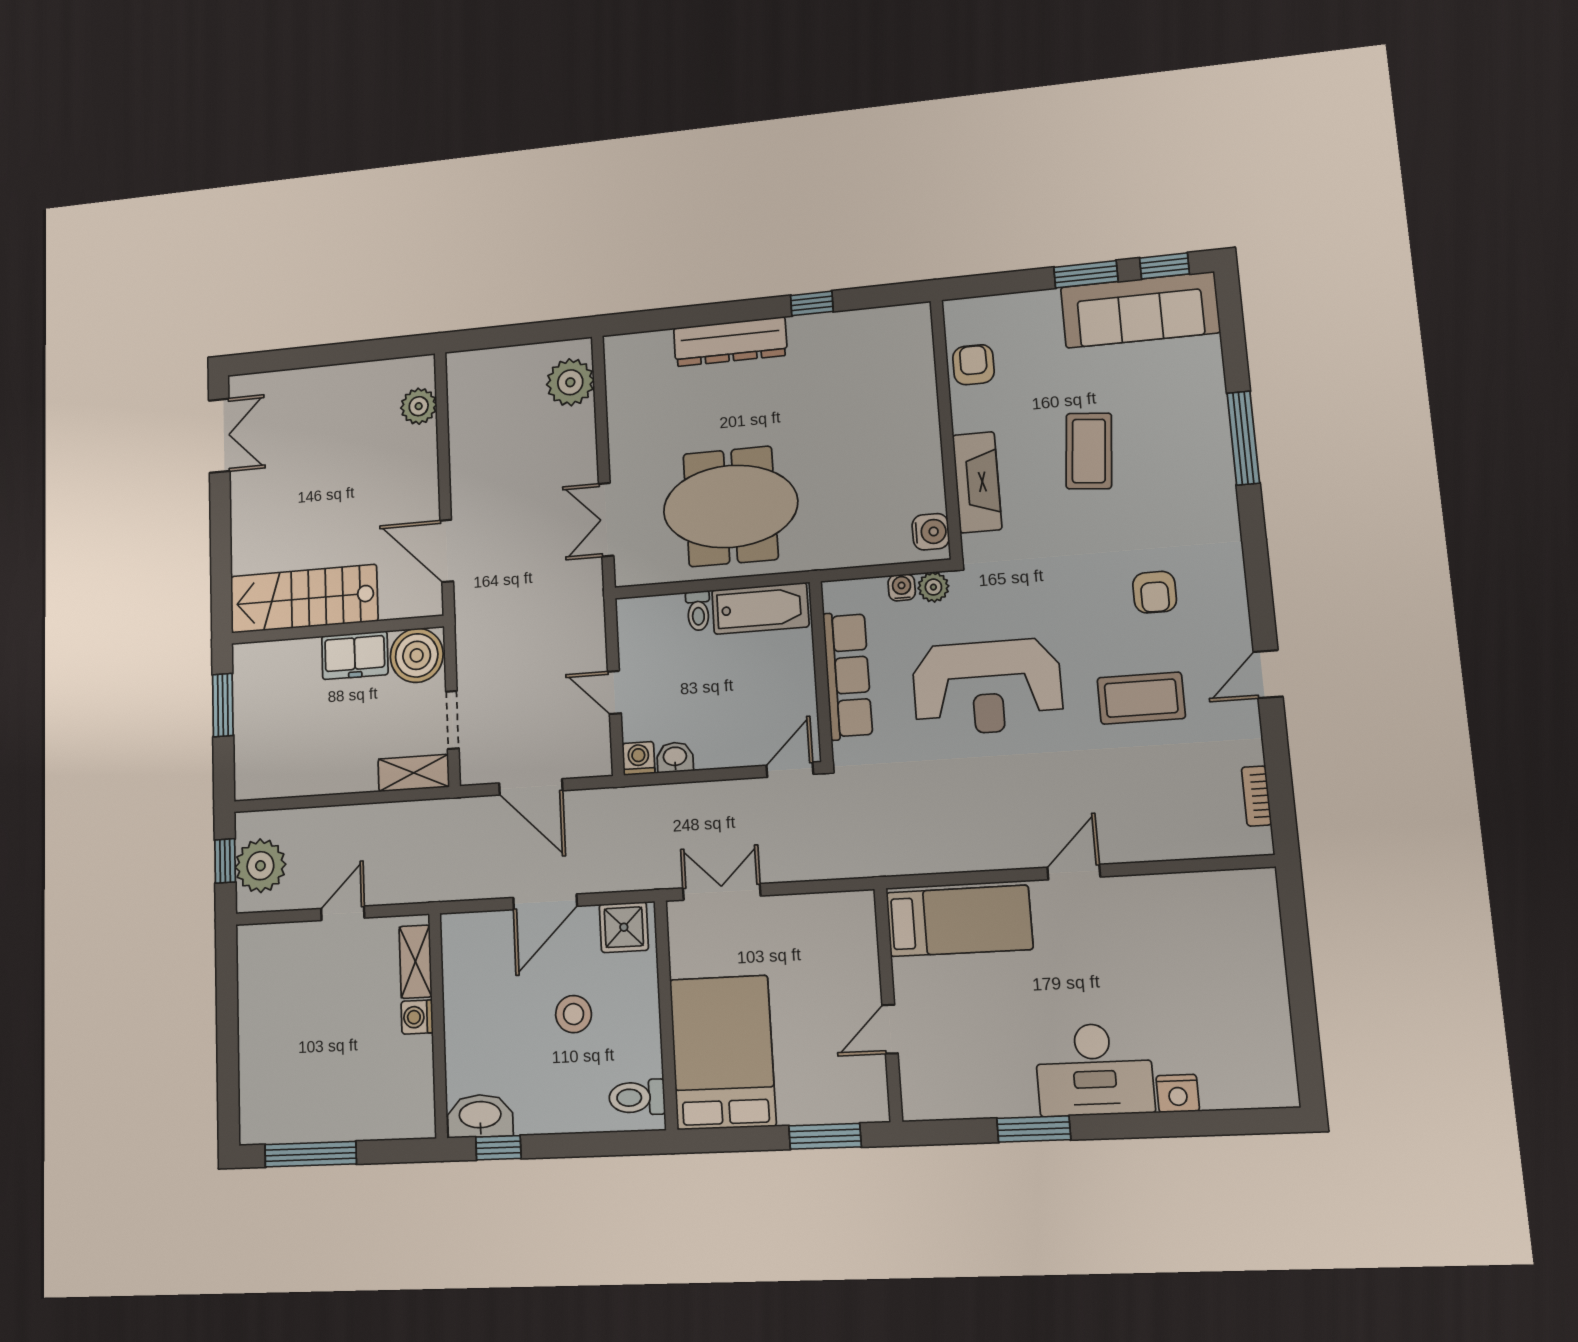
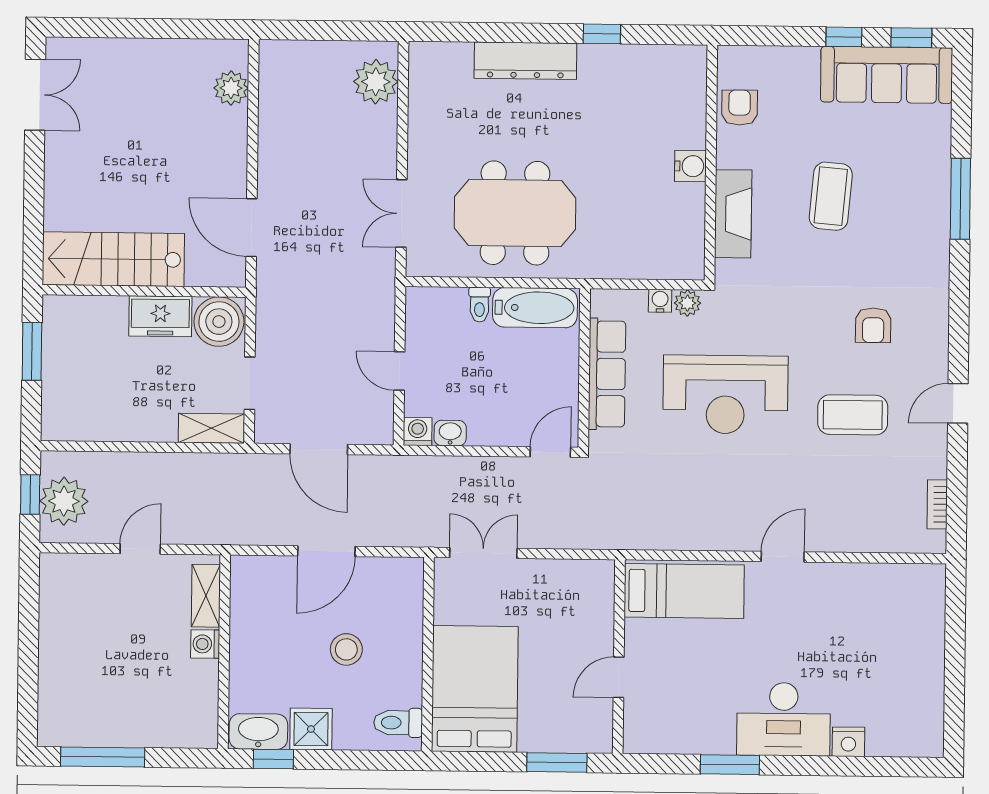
window: (1086, 274) -> (844, 37), width x0.67
water cooler: (931, 532) -> (690, 166), moved
shower: (624, 927) -> (311, 729), moved

